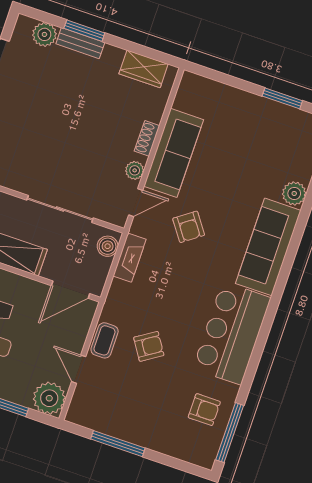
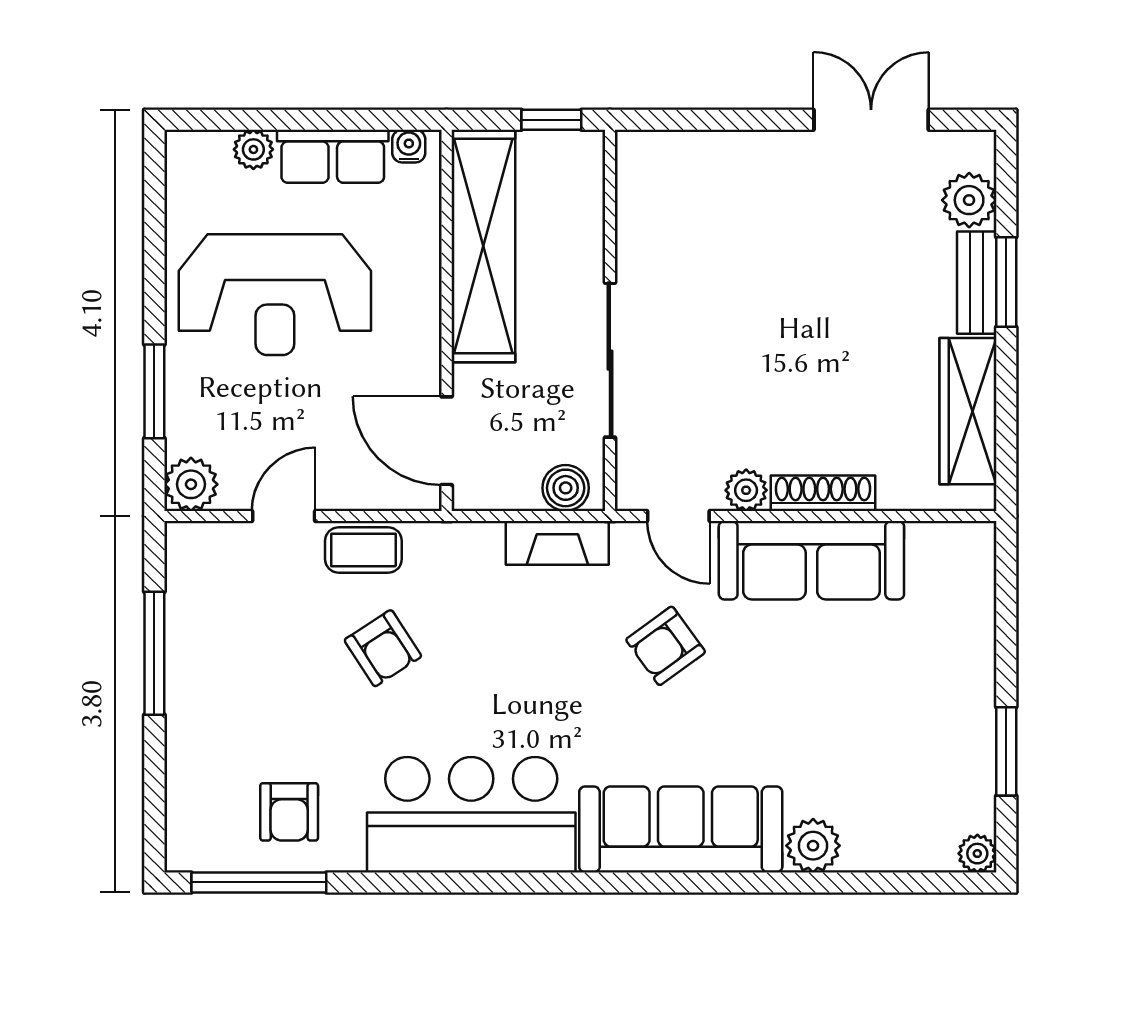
wardrobe: (144, 69) -> (968, 411), width x1.50
shoe rack: (147, 138) -> (823, 493), width x1.43
plant: (49, 398) -> (191, 484), width x0.73, depth x0.73

